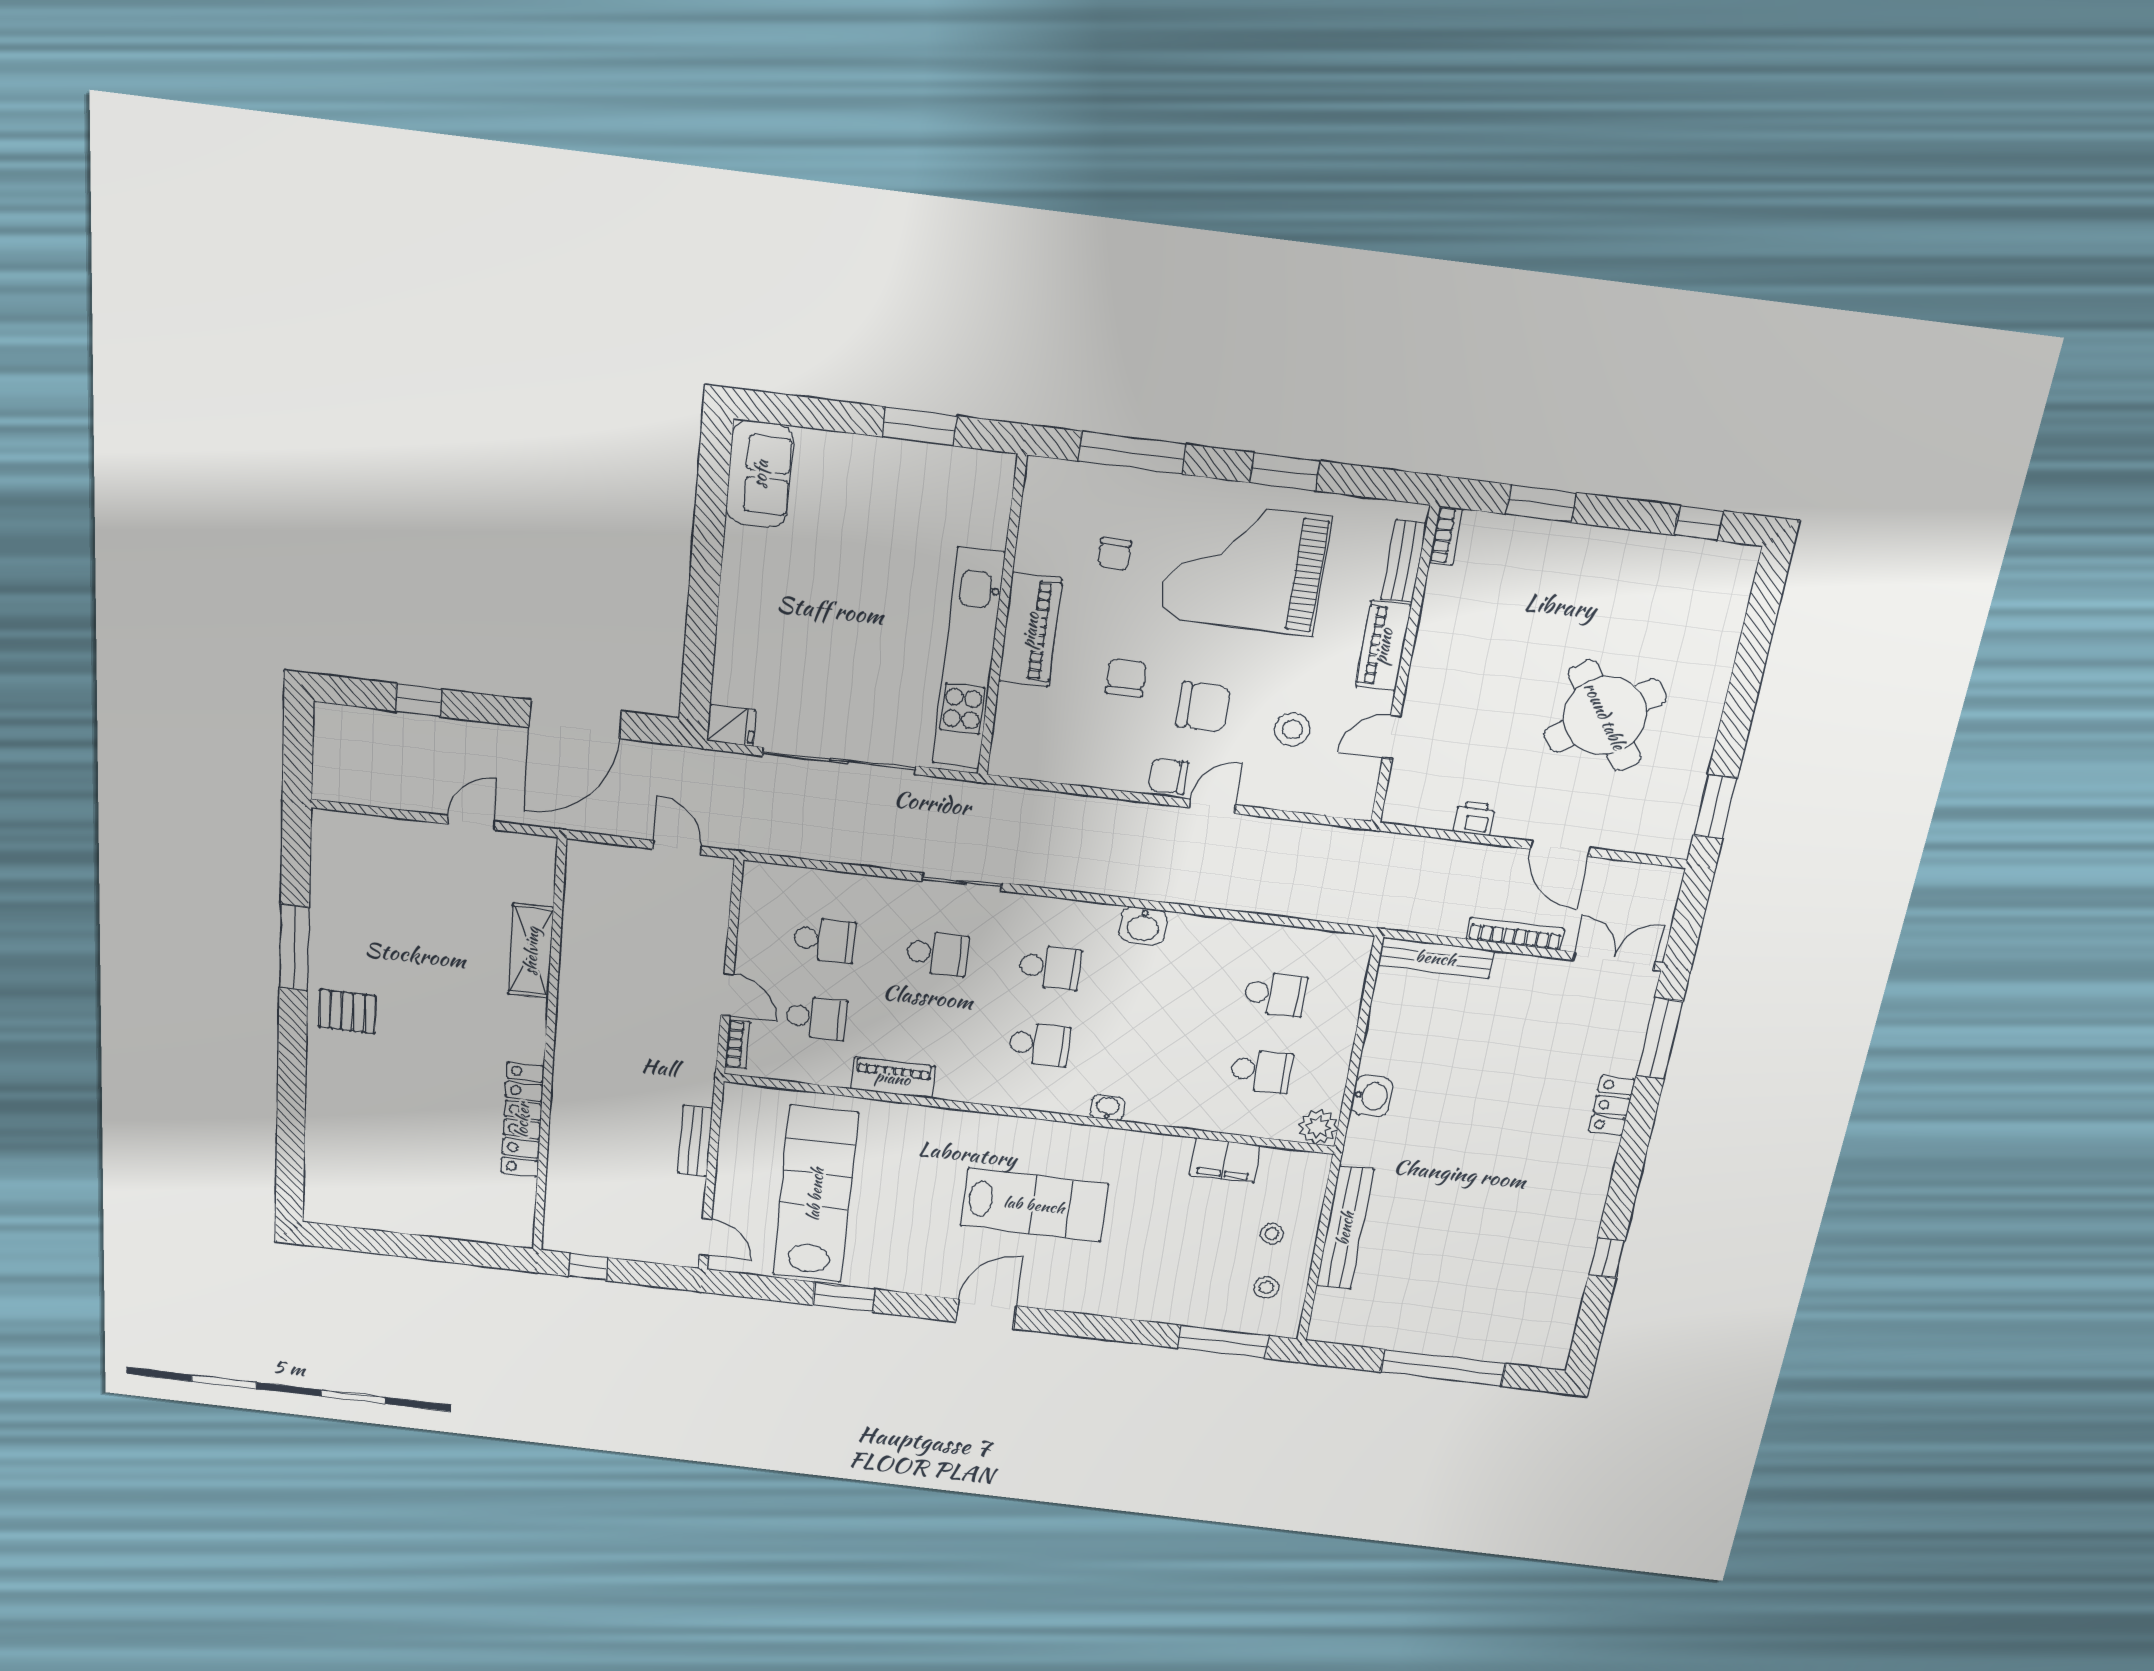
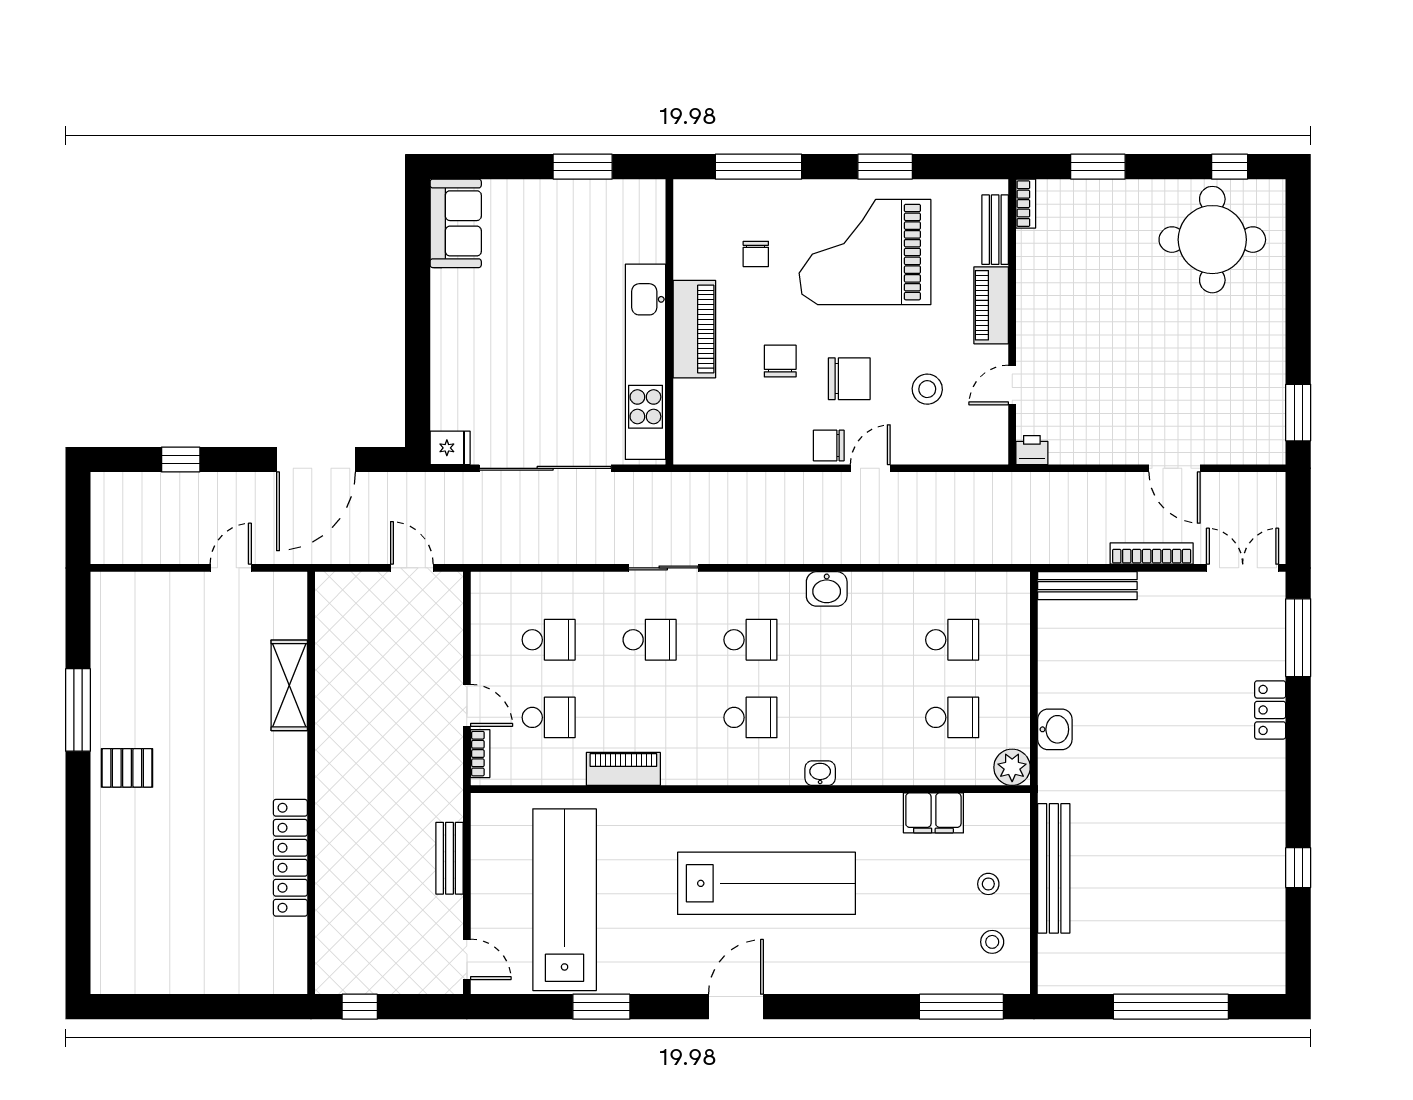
round table: (1605, 716) -> (1212, 240), moved, turned 35
printer: (1474, 818) -> (1032, 450), moved
lab bench: (1034, 1205) -> (767, 883), width x1.36

